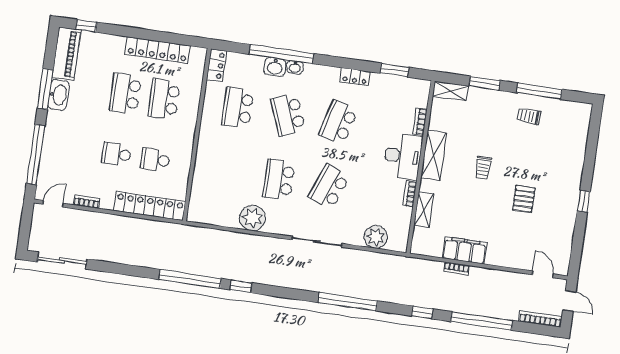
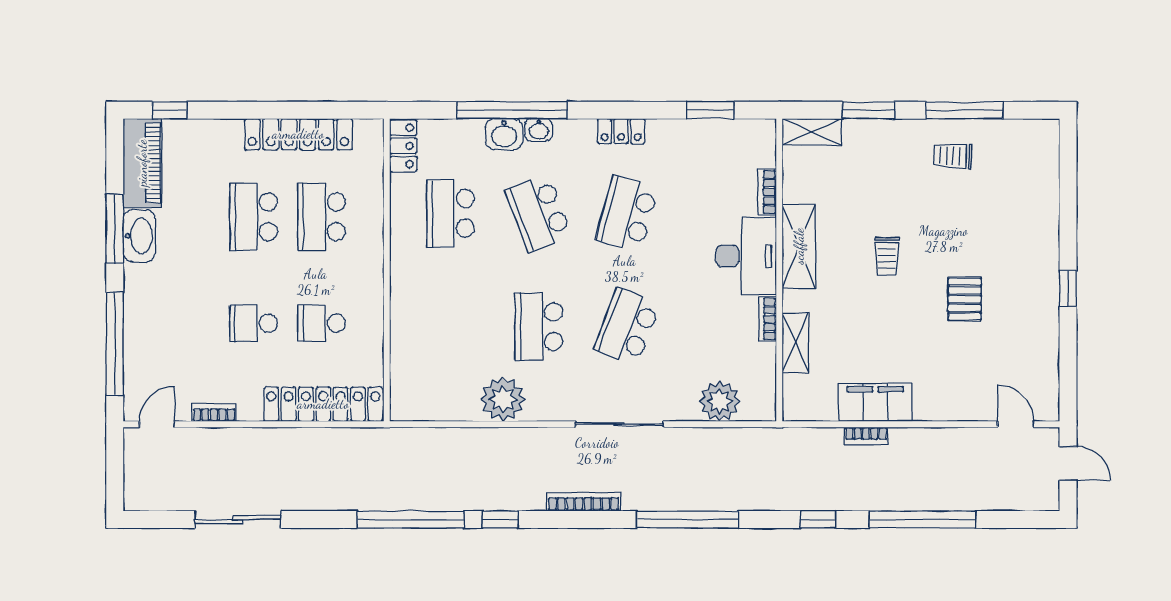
locker: (355, 77) -> (621, 131), moved
sliding door: (62, 260) -> (238, 520), moved
bookcase: (540, 319) -> (584, 502), moved

